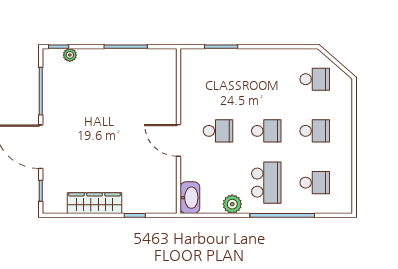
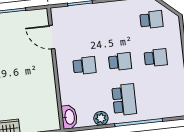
door: (179, 140) -> (52, 37), moved
school desk: (315, 183) -> (160, 96), removed

